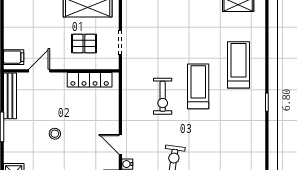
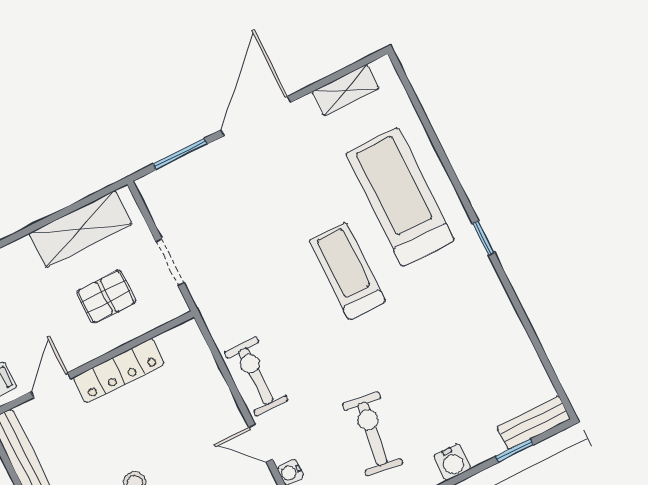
treadmill: (239, 65) -> (400, 197), width x1.37, depth x1.37
locker: (90, 80) -> (119, 371), moved
exercise bike: (163, 96) -> (256, 376), moved, turned 180

